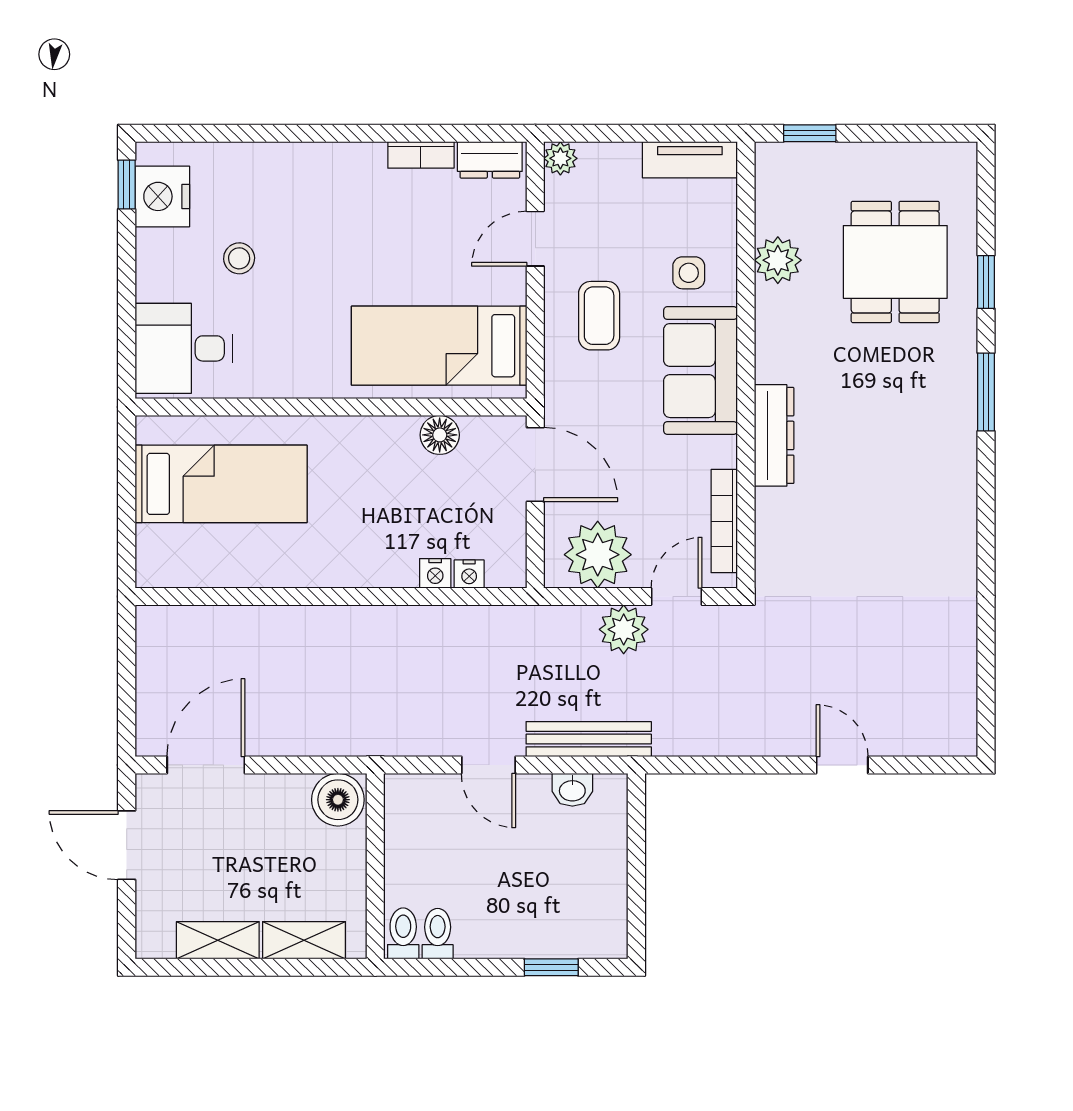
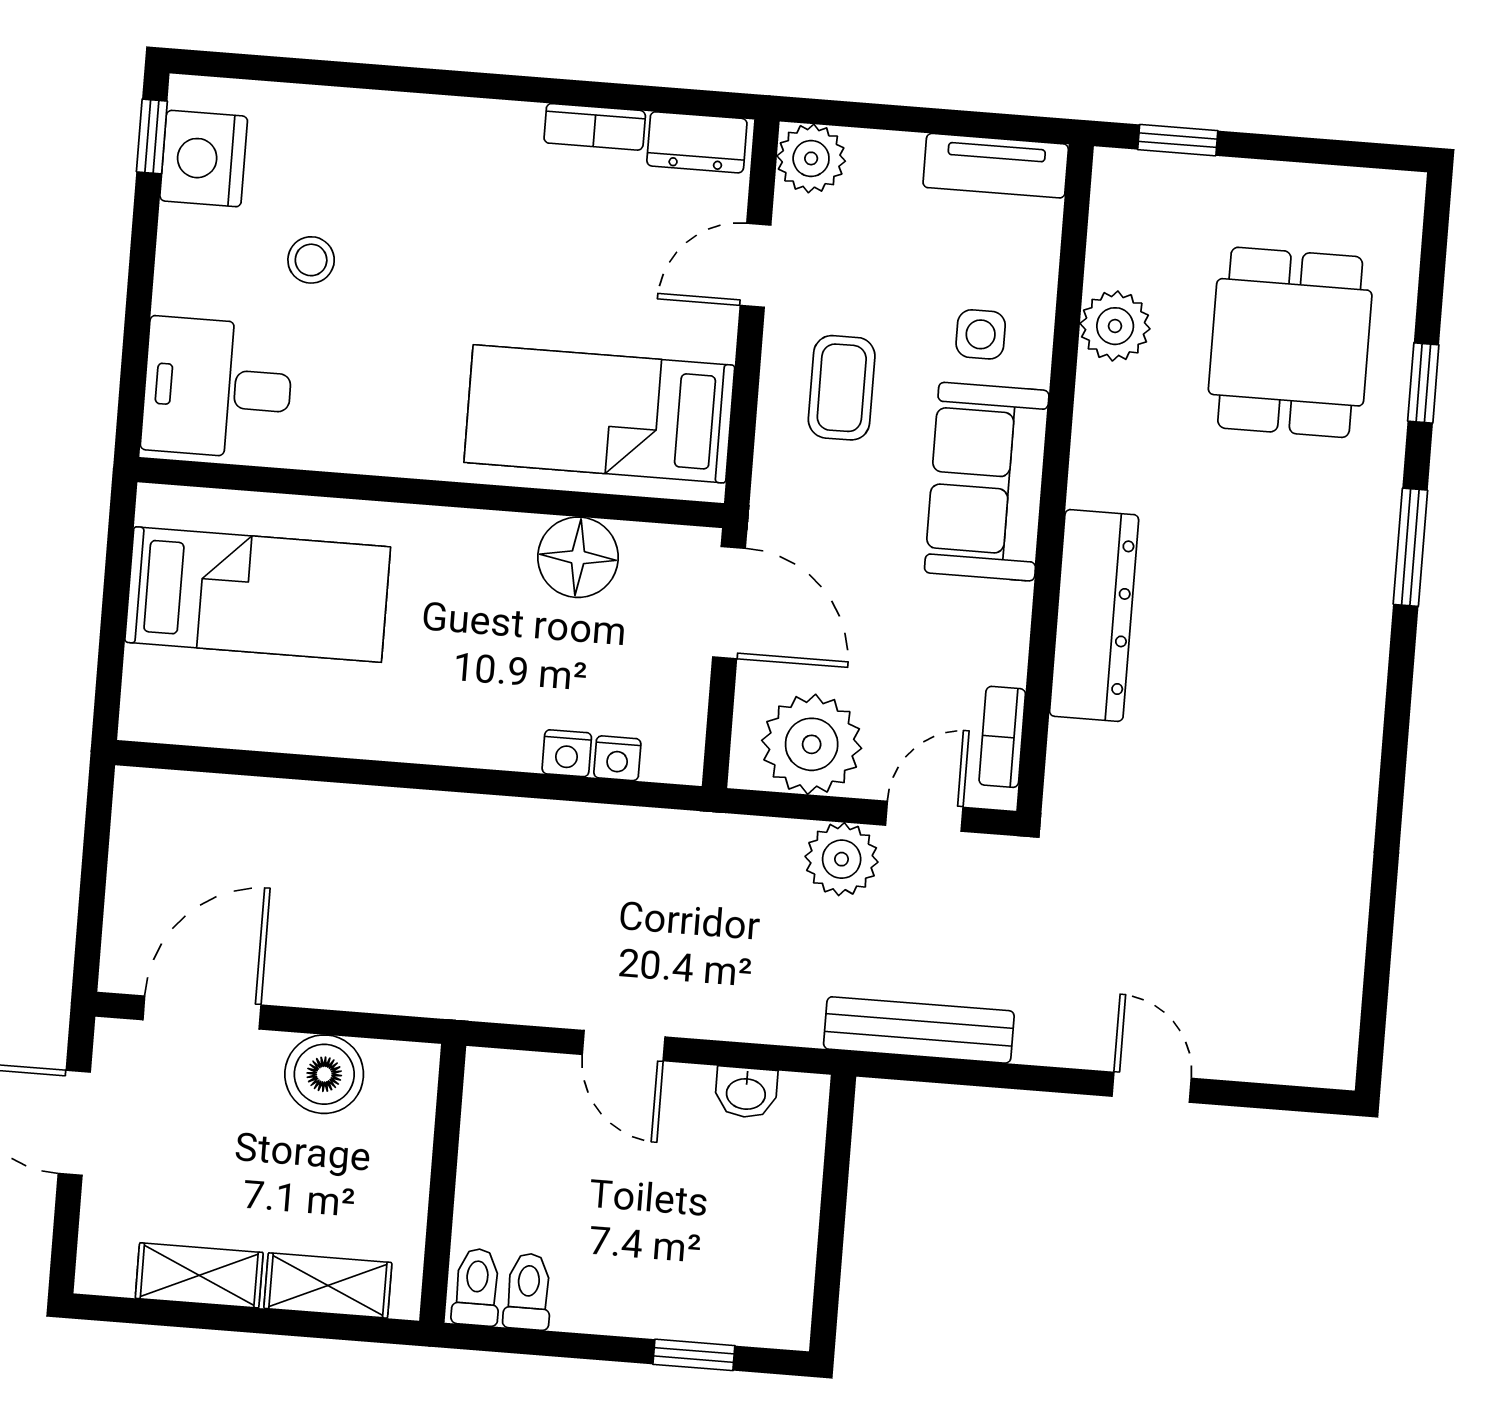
plant: (560, 158) -> (811, 158), width x1.38, depth x1.38
floor lamp: (440, 435) -> (578, 557), width x1.38, depth x1.38
dresser: (774, 435) -> (1094, 615), width x1.37, depth x1.24
bookcase: (724, 521) -> (1002, 737), width x0.64
bench: (589, 739) -> (919, 1030), moved
boiler: (338, 800) -> (324, 1074), moved

